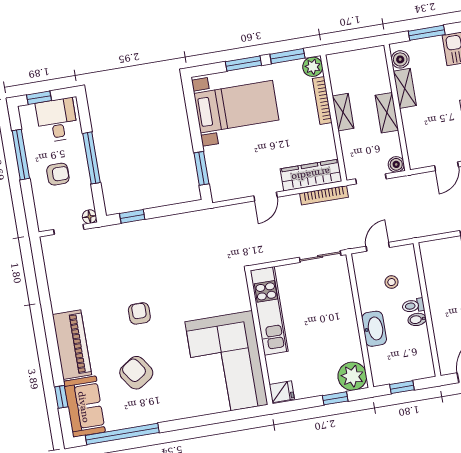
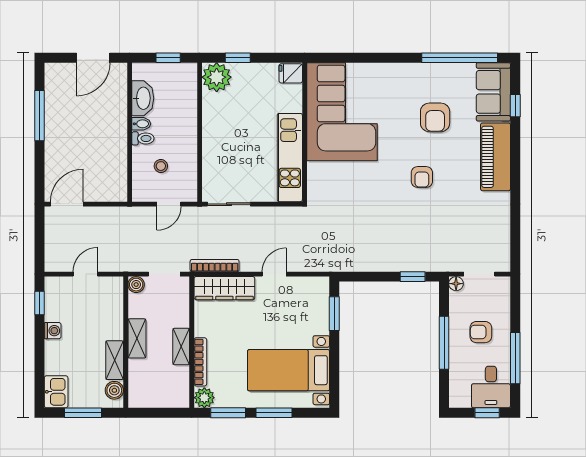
desk: (57, 120) -> (491, 387), moved
washbasin: (374, 329) -> (143, 98), moved, turned 180
armchair: (136, 373) -> (435, 117), turned 34

